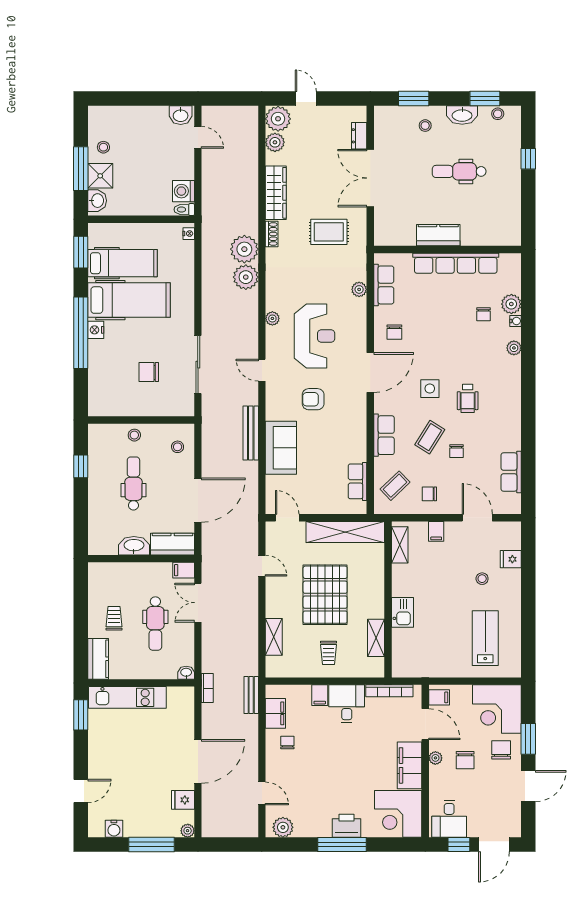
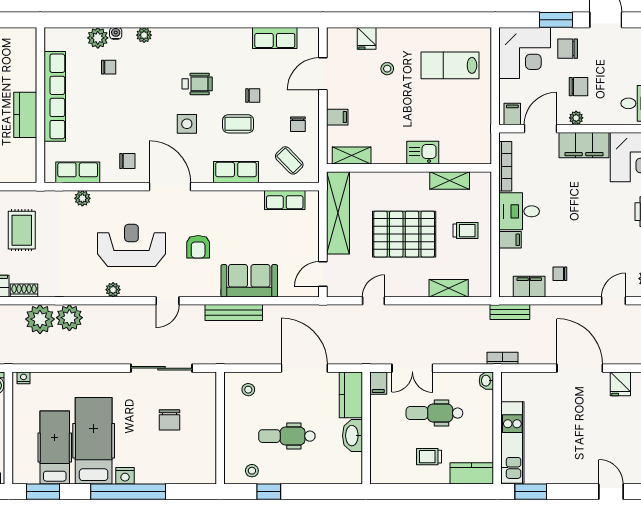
stool: (134, 435) -> (252, 471), moved
coffee table: (430, 437) -> (238, 124), turned -32
dental chair: (155, 624) -> (434, 413), turned 180

